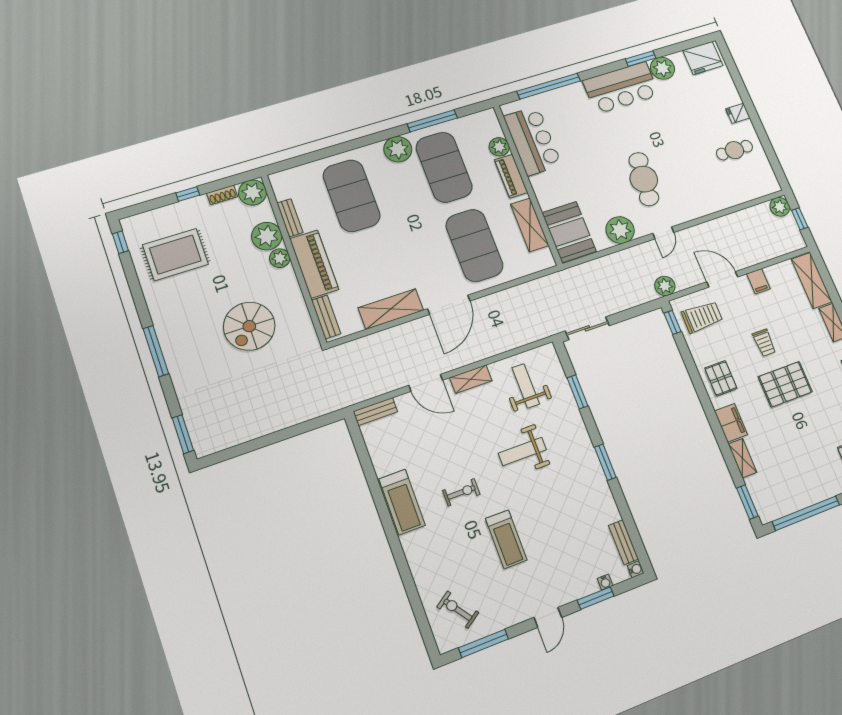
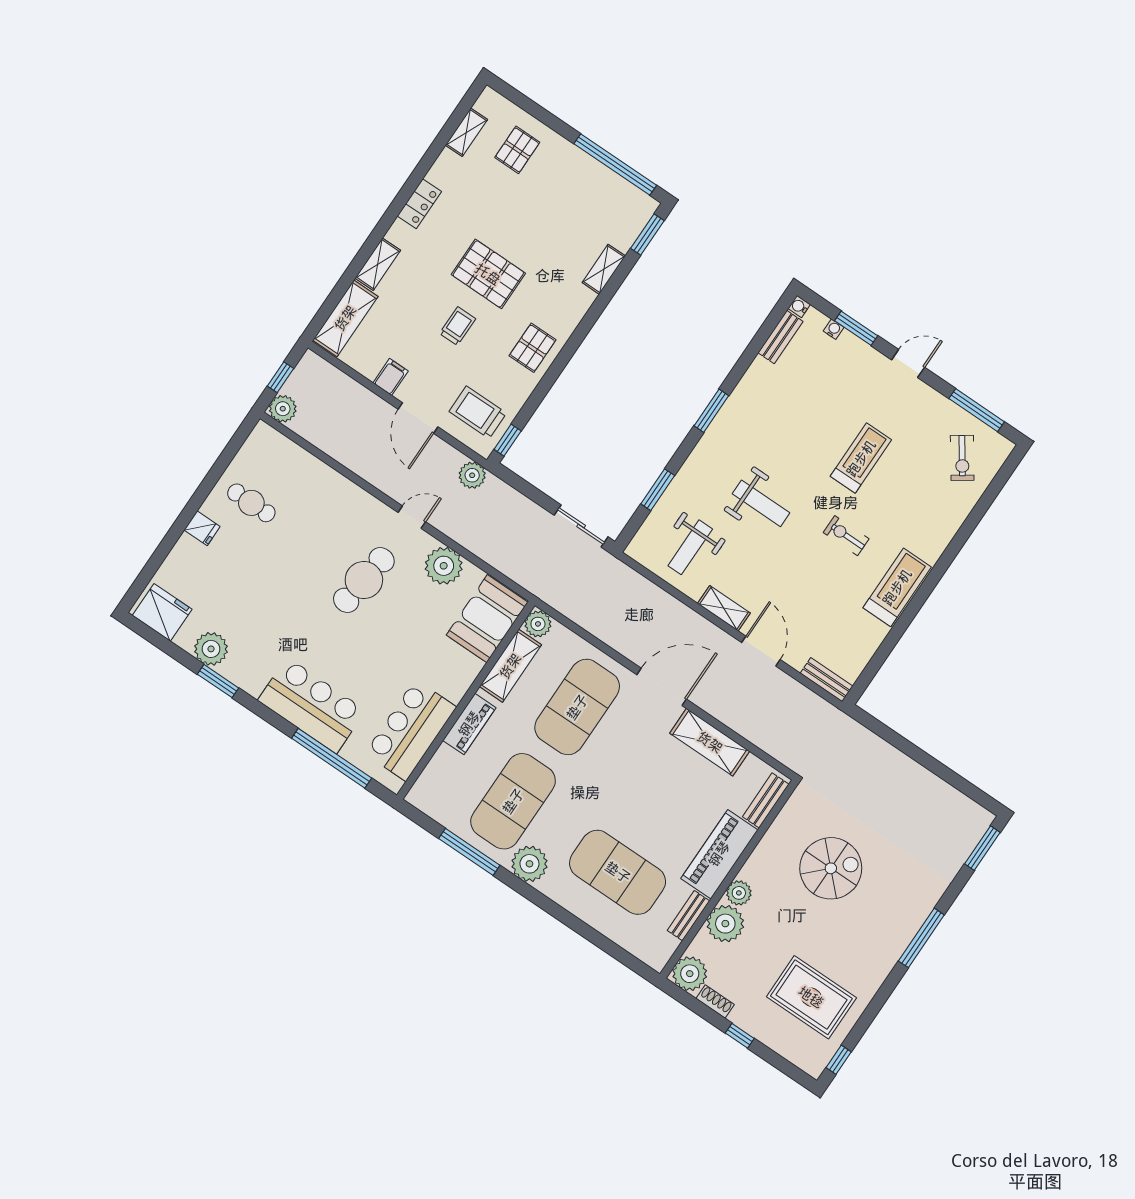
bar counter: (621, 88) -> (312, 705), moved
plant: (499, 147) -> (538, 624), moved
exercise mat: (352, 196) -> (618, 872), turned 90
filing cabinet: (731, 423) -> (574, 306), removed

